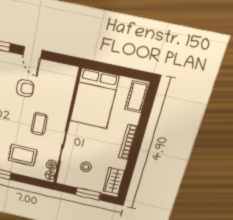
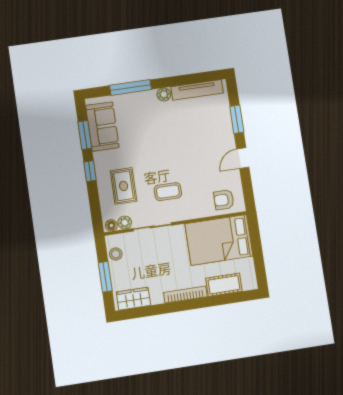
armchair: (25, 88) -> (224, 200), moved, turned 90
cot: (137, 97) -> (224, 285), moved
stool: (86, 167) -> (116, 254), moved

